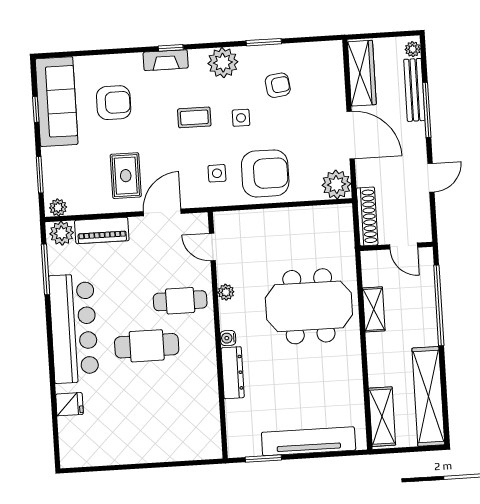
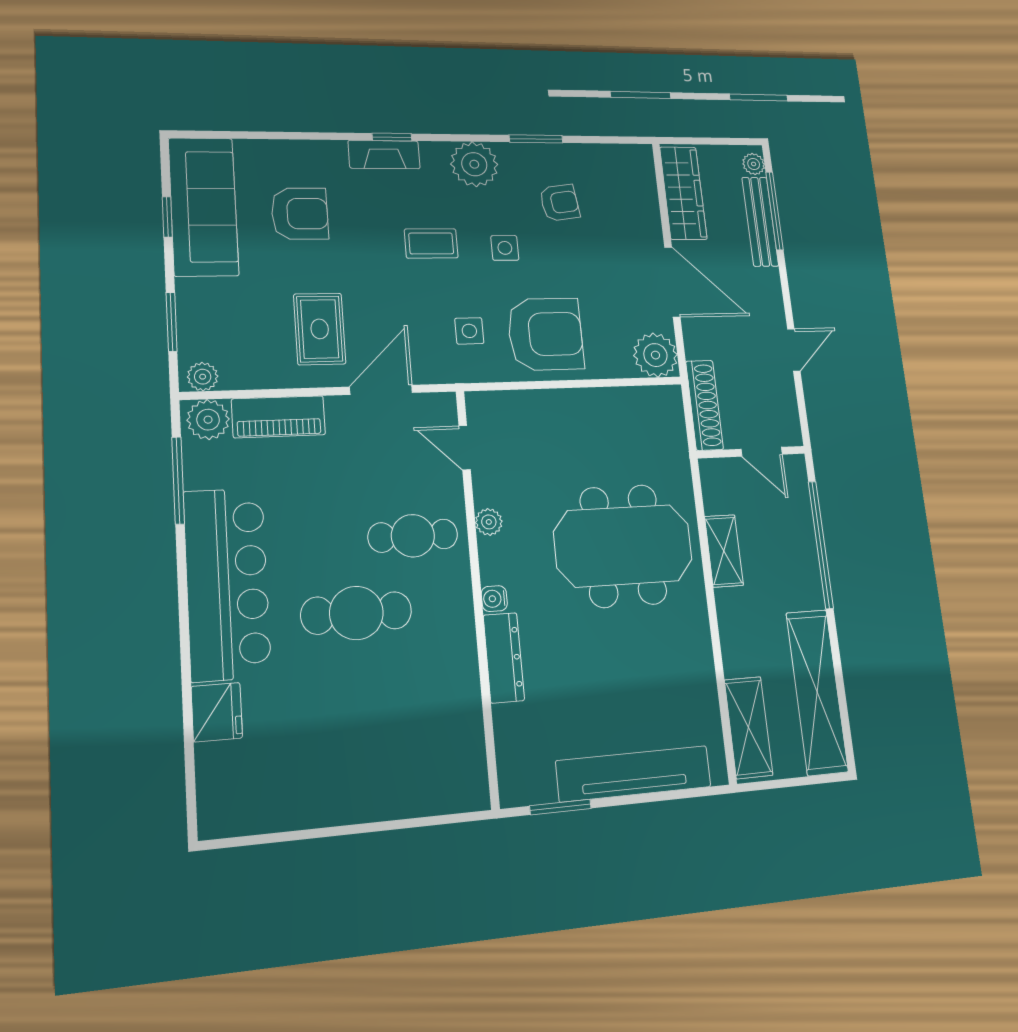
window: (427, 110) -> (774, 211), moved
fridge: (69, 404) -> (217, 712), width x1.38

